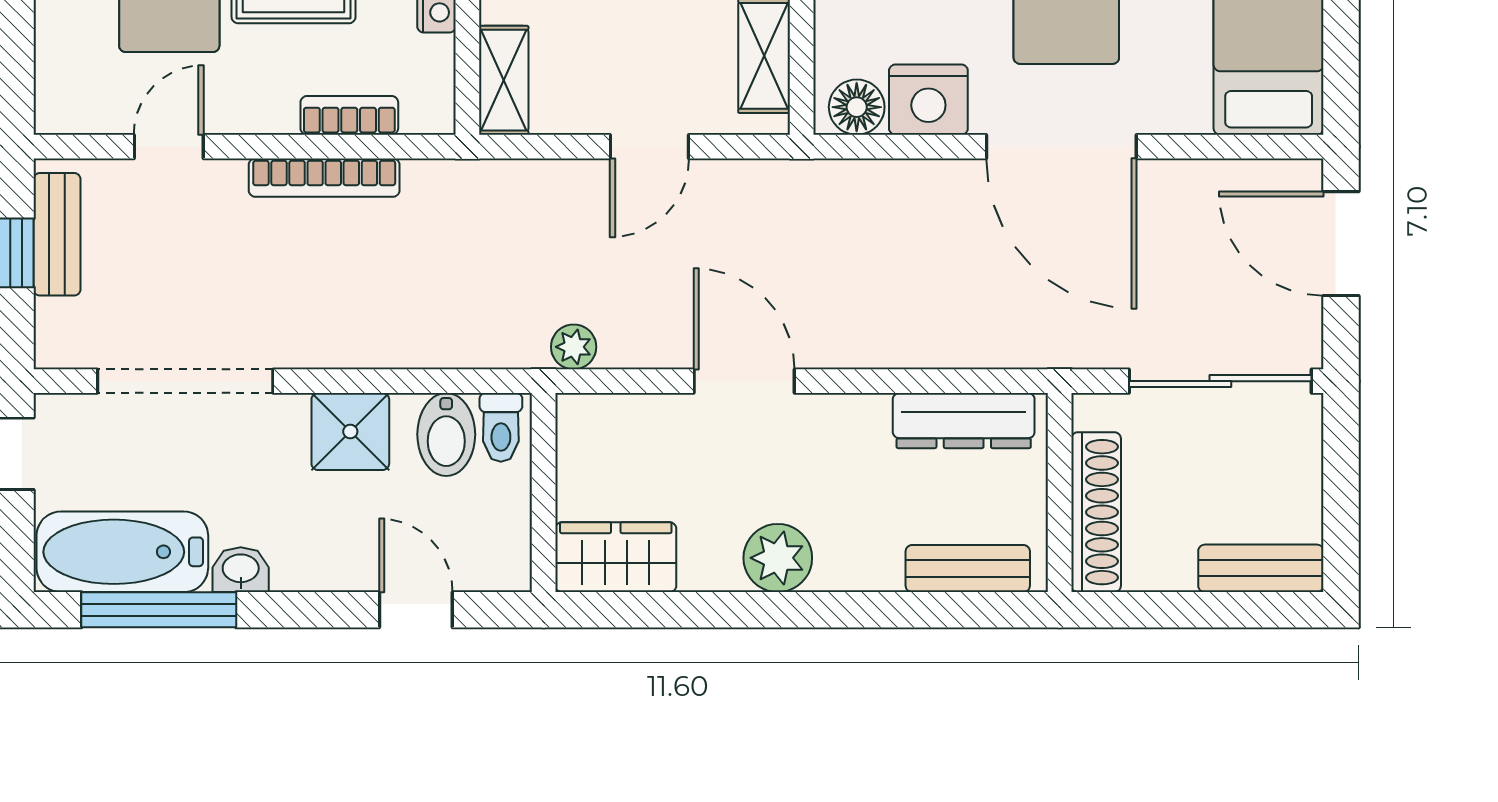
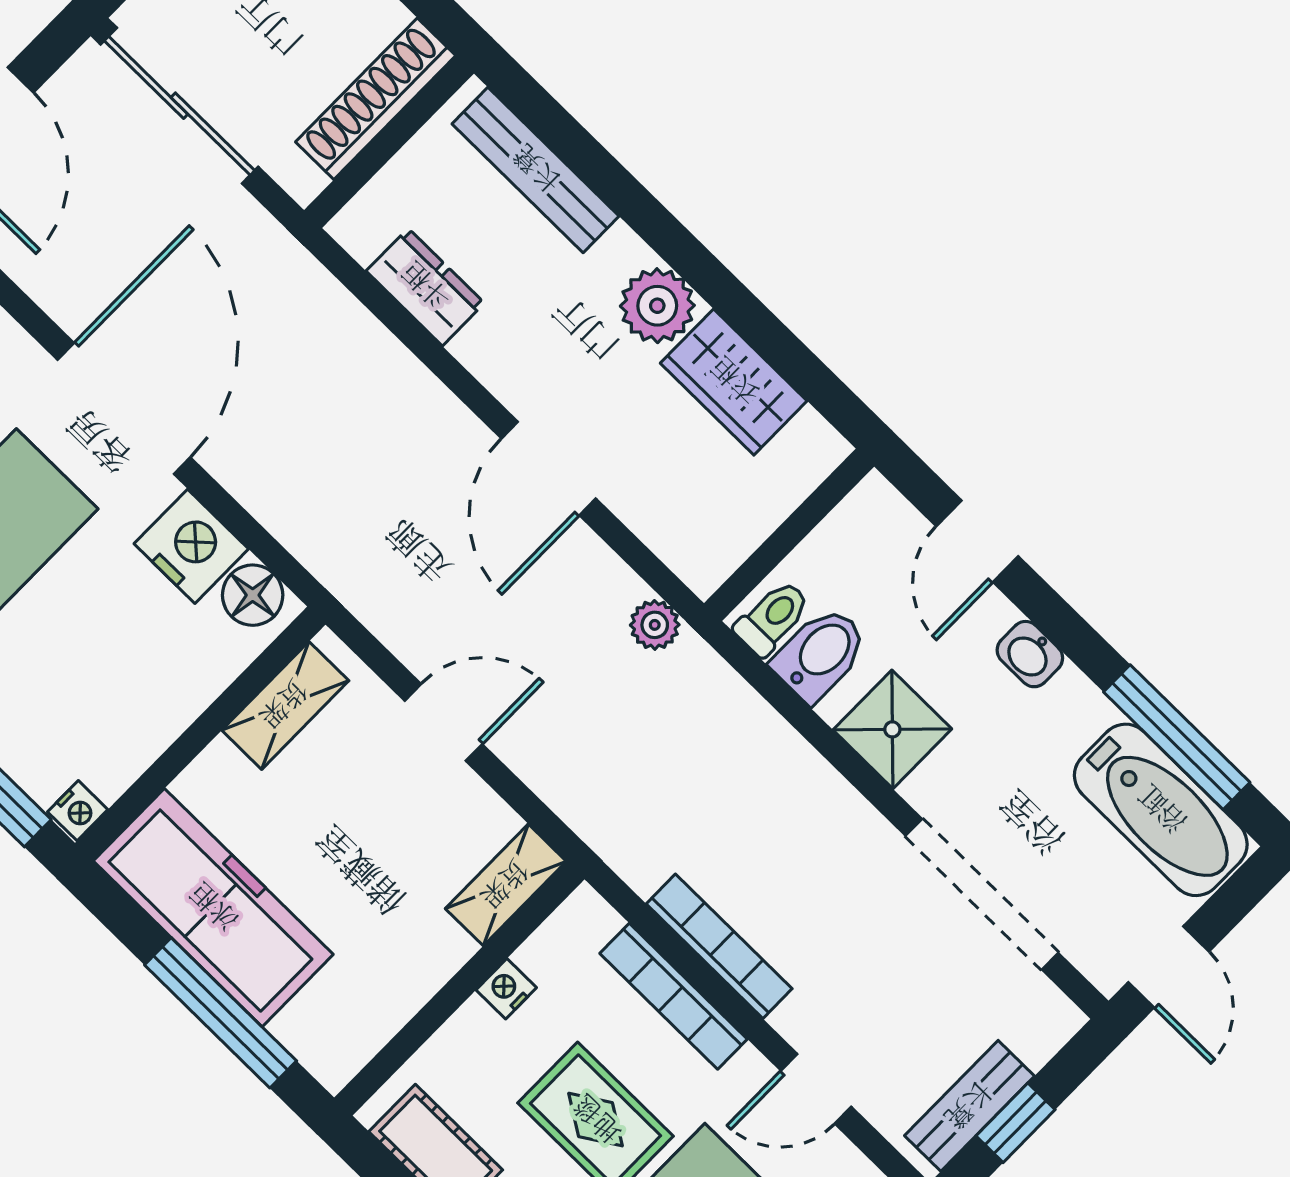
bookcase: (349, 115) -> (674, 996), width x1.56
dresser: (964, 421) -> (425, 287), width x0.70
wardrobe: (616, 557) -> (734, 382), moved
bench: (968, 569) -> (536, 170), width x1.36
washbasin: (241, 570) -> (1030, 654), moved

